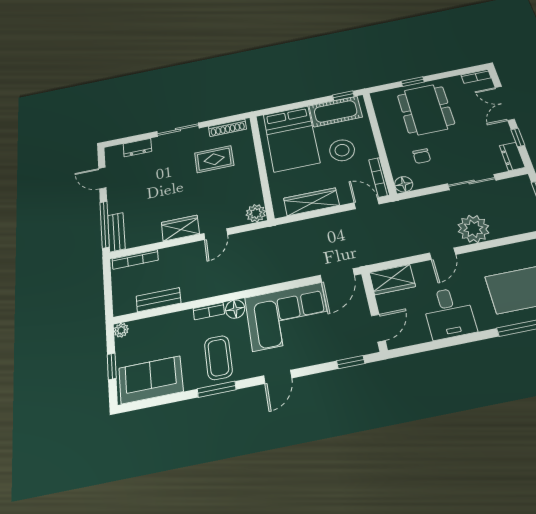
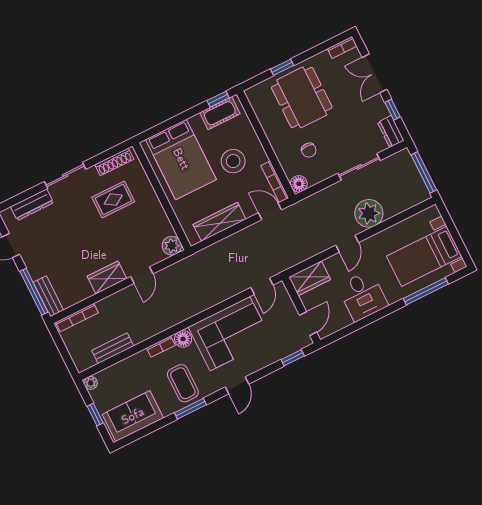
cot: (336, 111) -> (220, 113), width x0.73, depth x0.75
dresser: (137, 148) -> (32, 205), width x1.44
door: (337, 275) -> (262, 286), width x0.73

